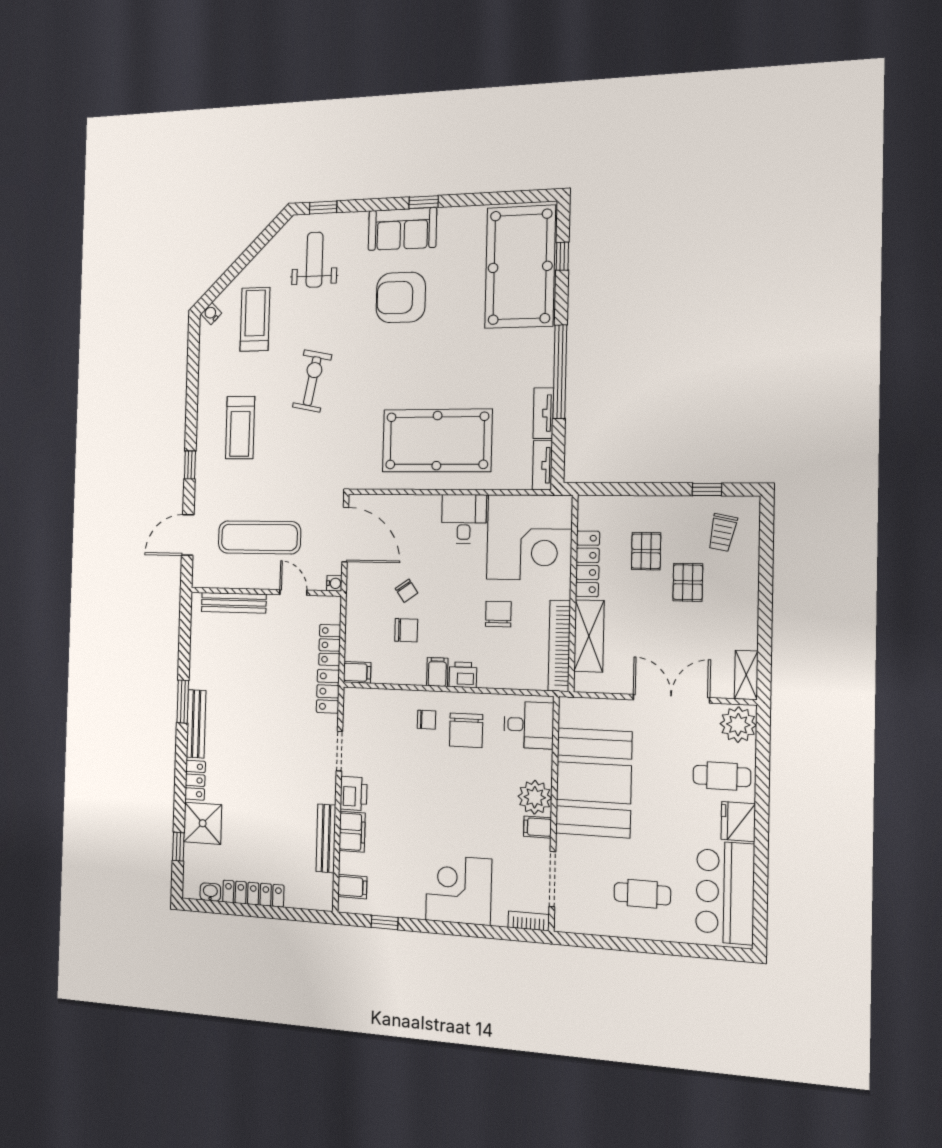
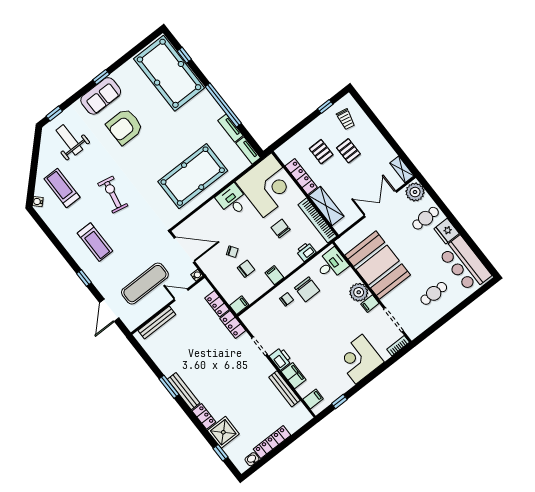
printer: (463, 675) -> (306, 252), moved

